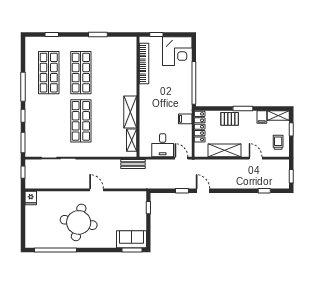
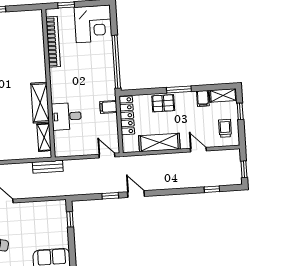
desk: (163, 145) -> (67, 116), moved, turned 90

